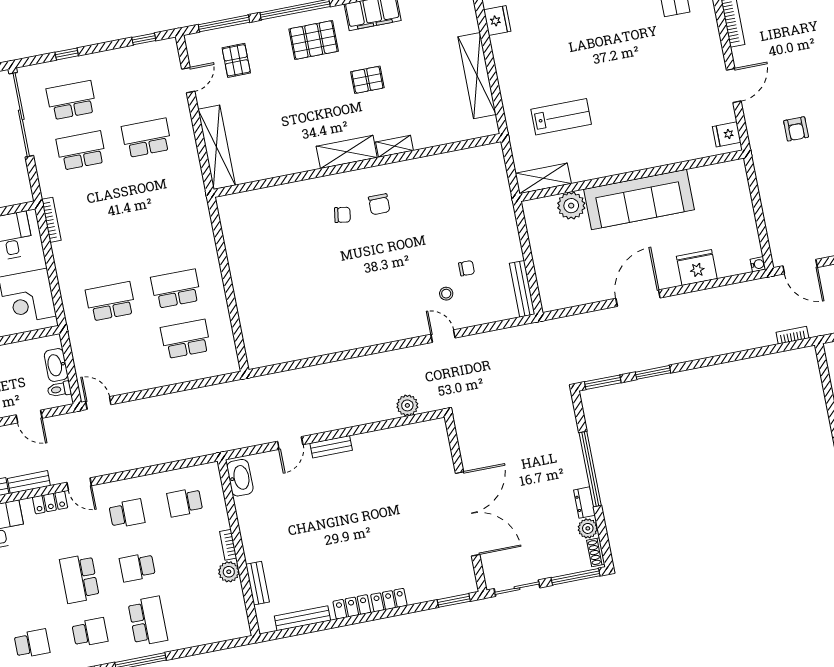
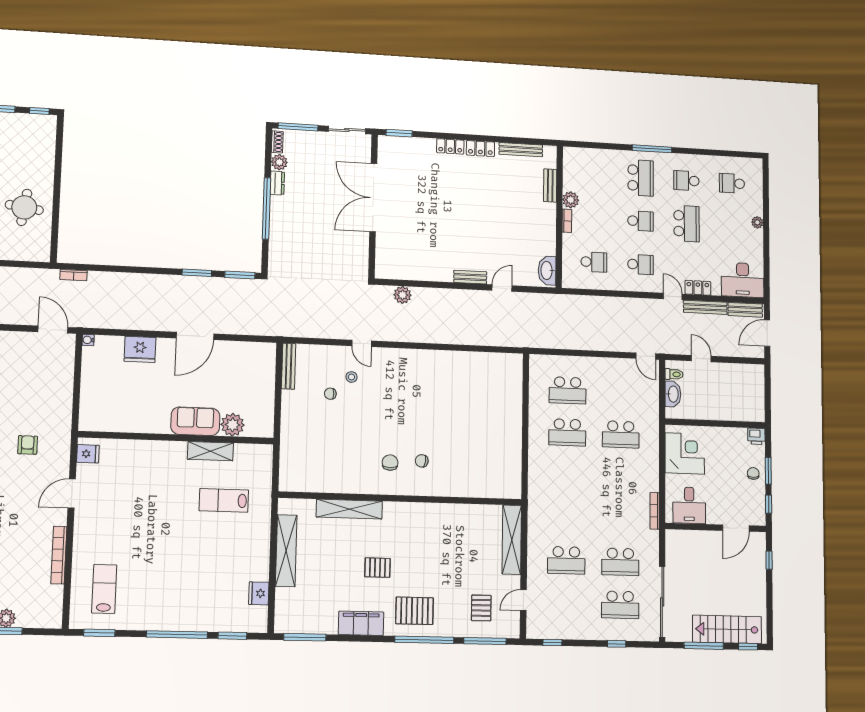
shelving: (395, 146) -> (349, 509), width x2.20, depth x1.33
shelving: (347, 152) -> (407, 512), removed
shelving: (543, 178) -> (210, 451), moved
sofa: (639, 199) -> (195, 421), width x0.54, depth x0.79
bench: (29, 482) -> (705, 307), width x1.36
school desk: (127, 514) -> (640, 264), turned 180
school desk: (148, 621) -> (641, 178), turned 180

